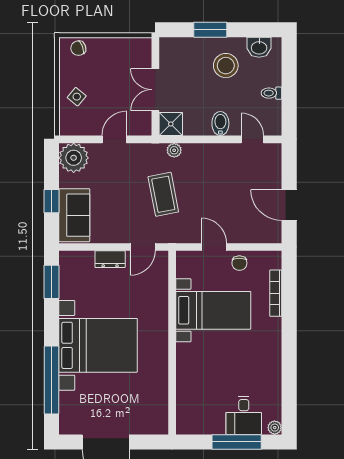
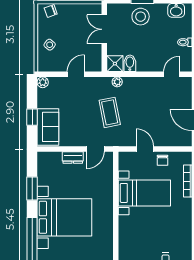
stool: (226, 66) -> (141, 17), moved
double door: (155, 90) -> (104, 29), moved
bidet: (220, 123) -> (130, 63), moved
door: (252, 139) -> (172, 74), hinge flipped
plant: (74, 158) -> (43, 82), width x0.53, depth x0.53
window: (51, 282) -> (32, 188), moved

